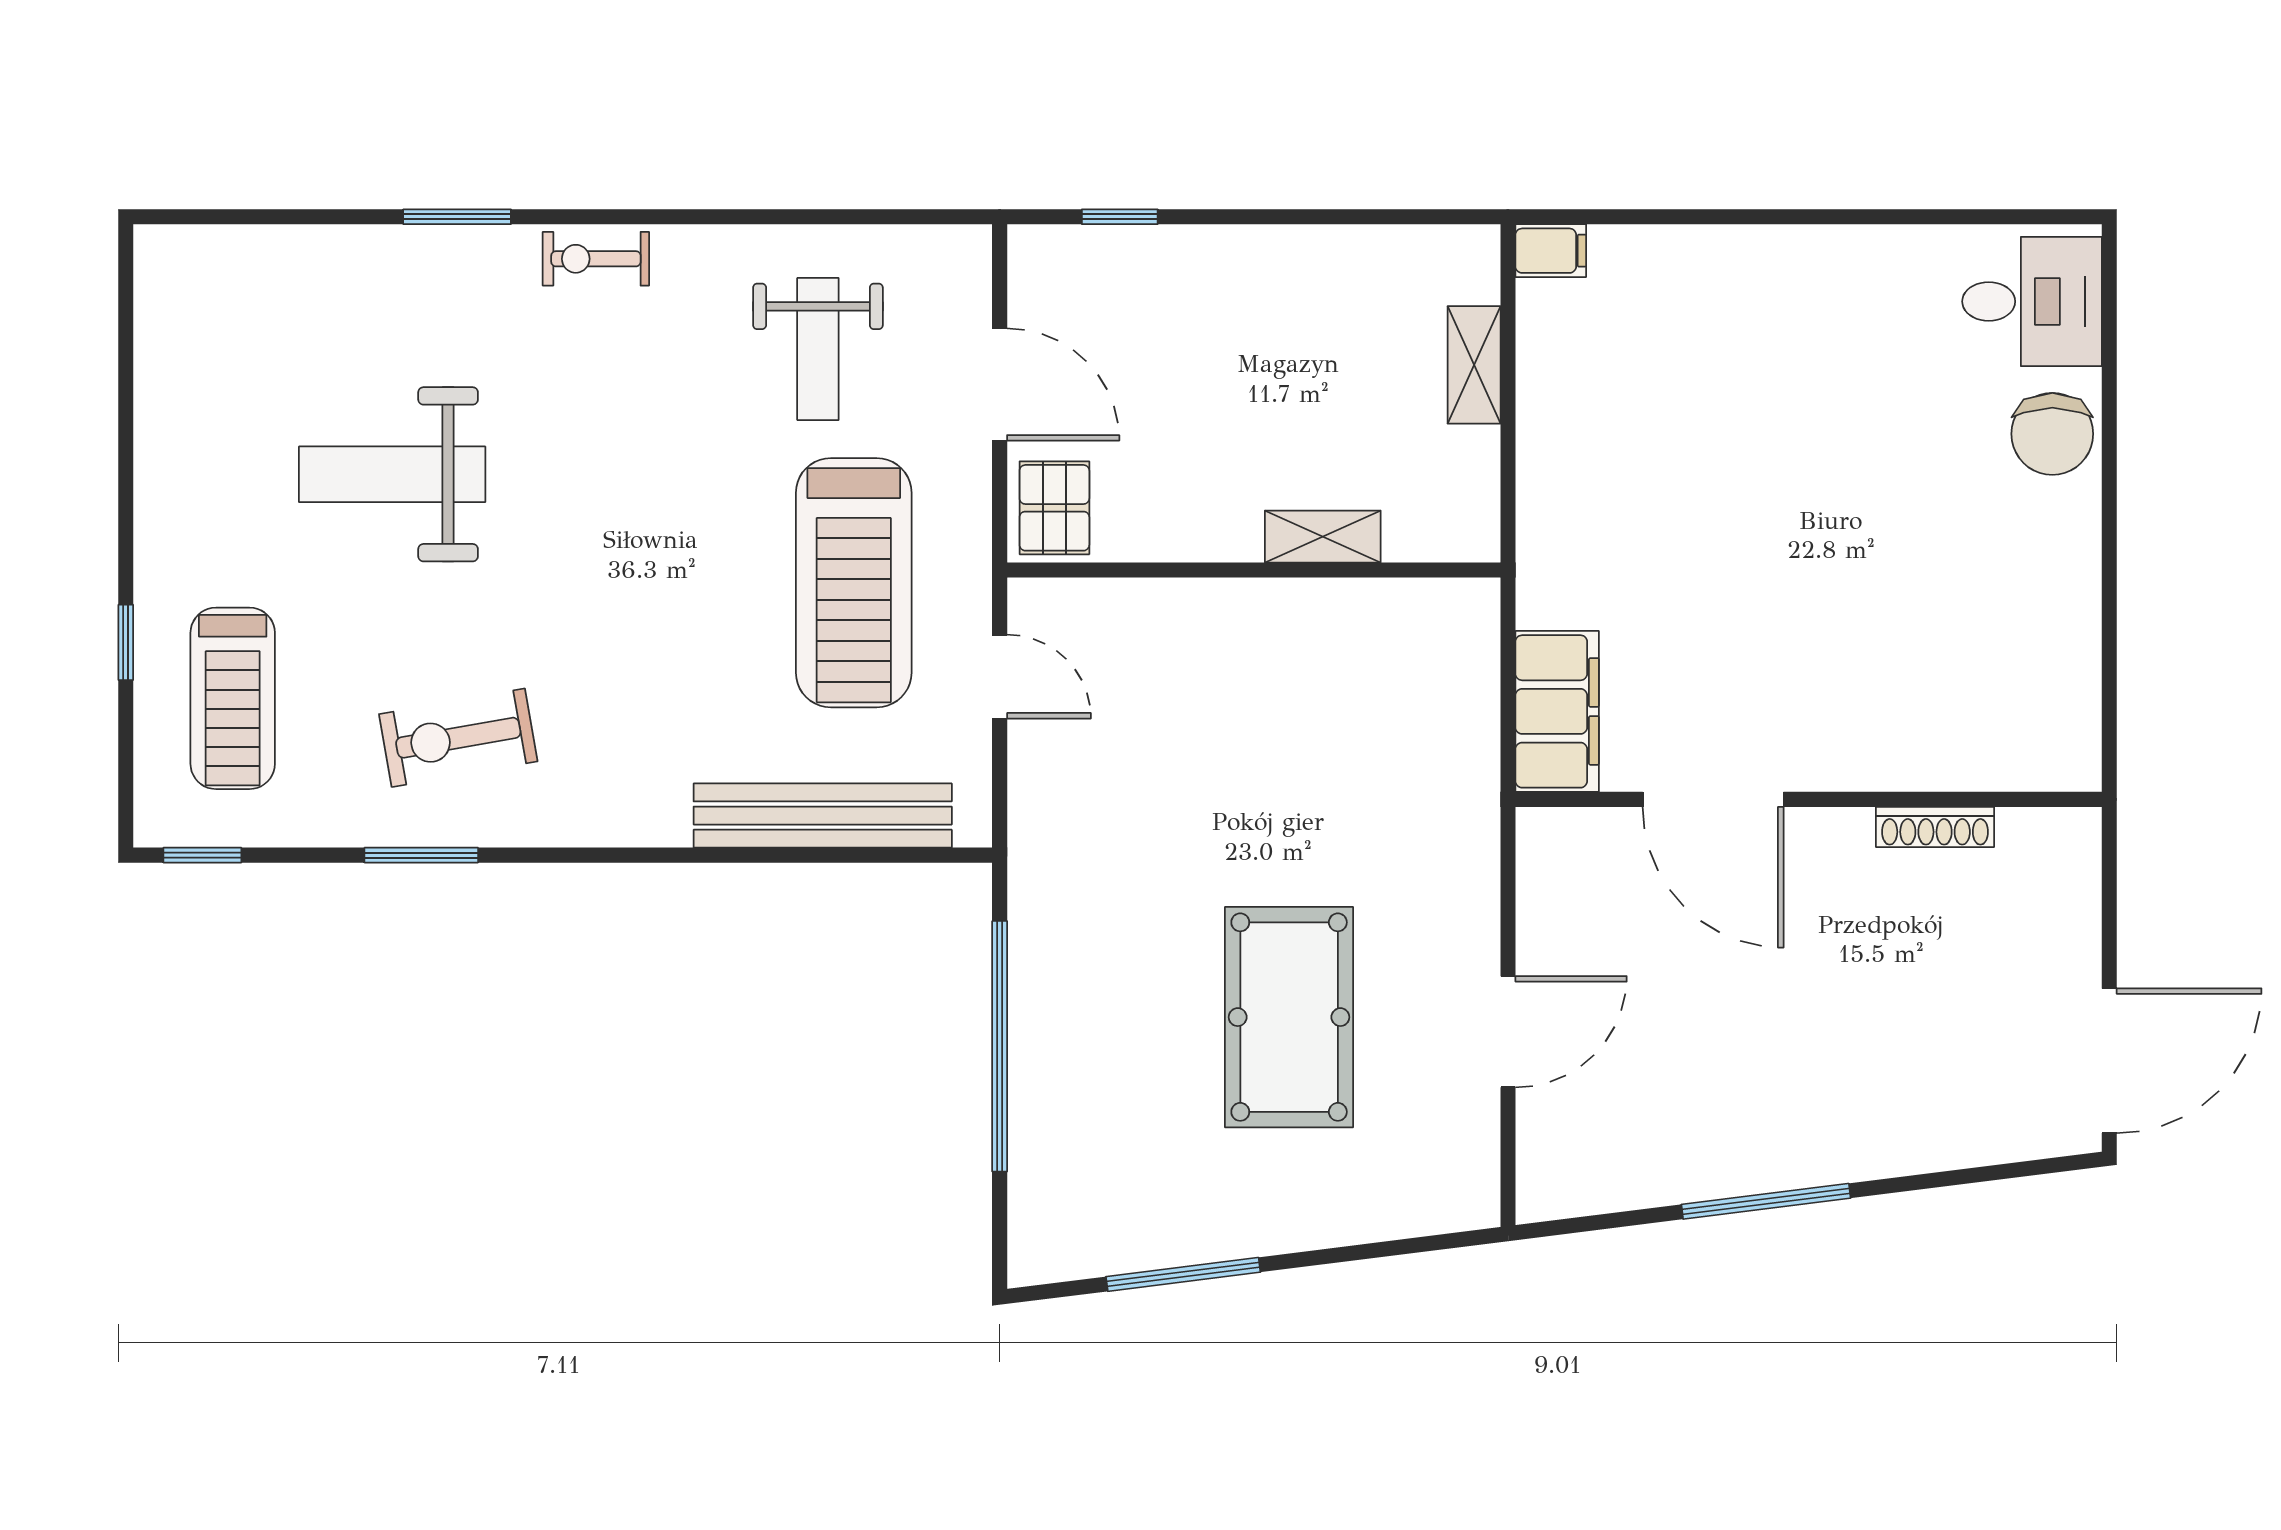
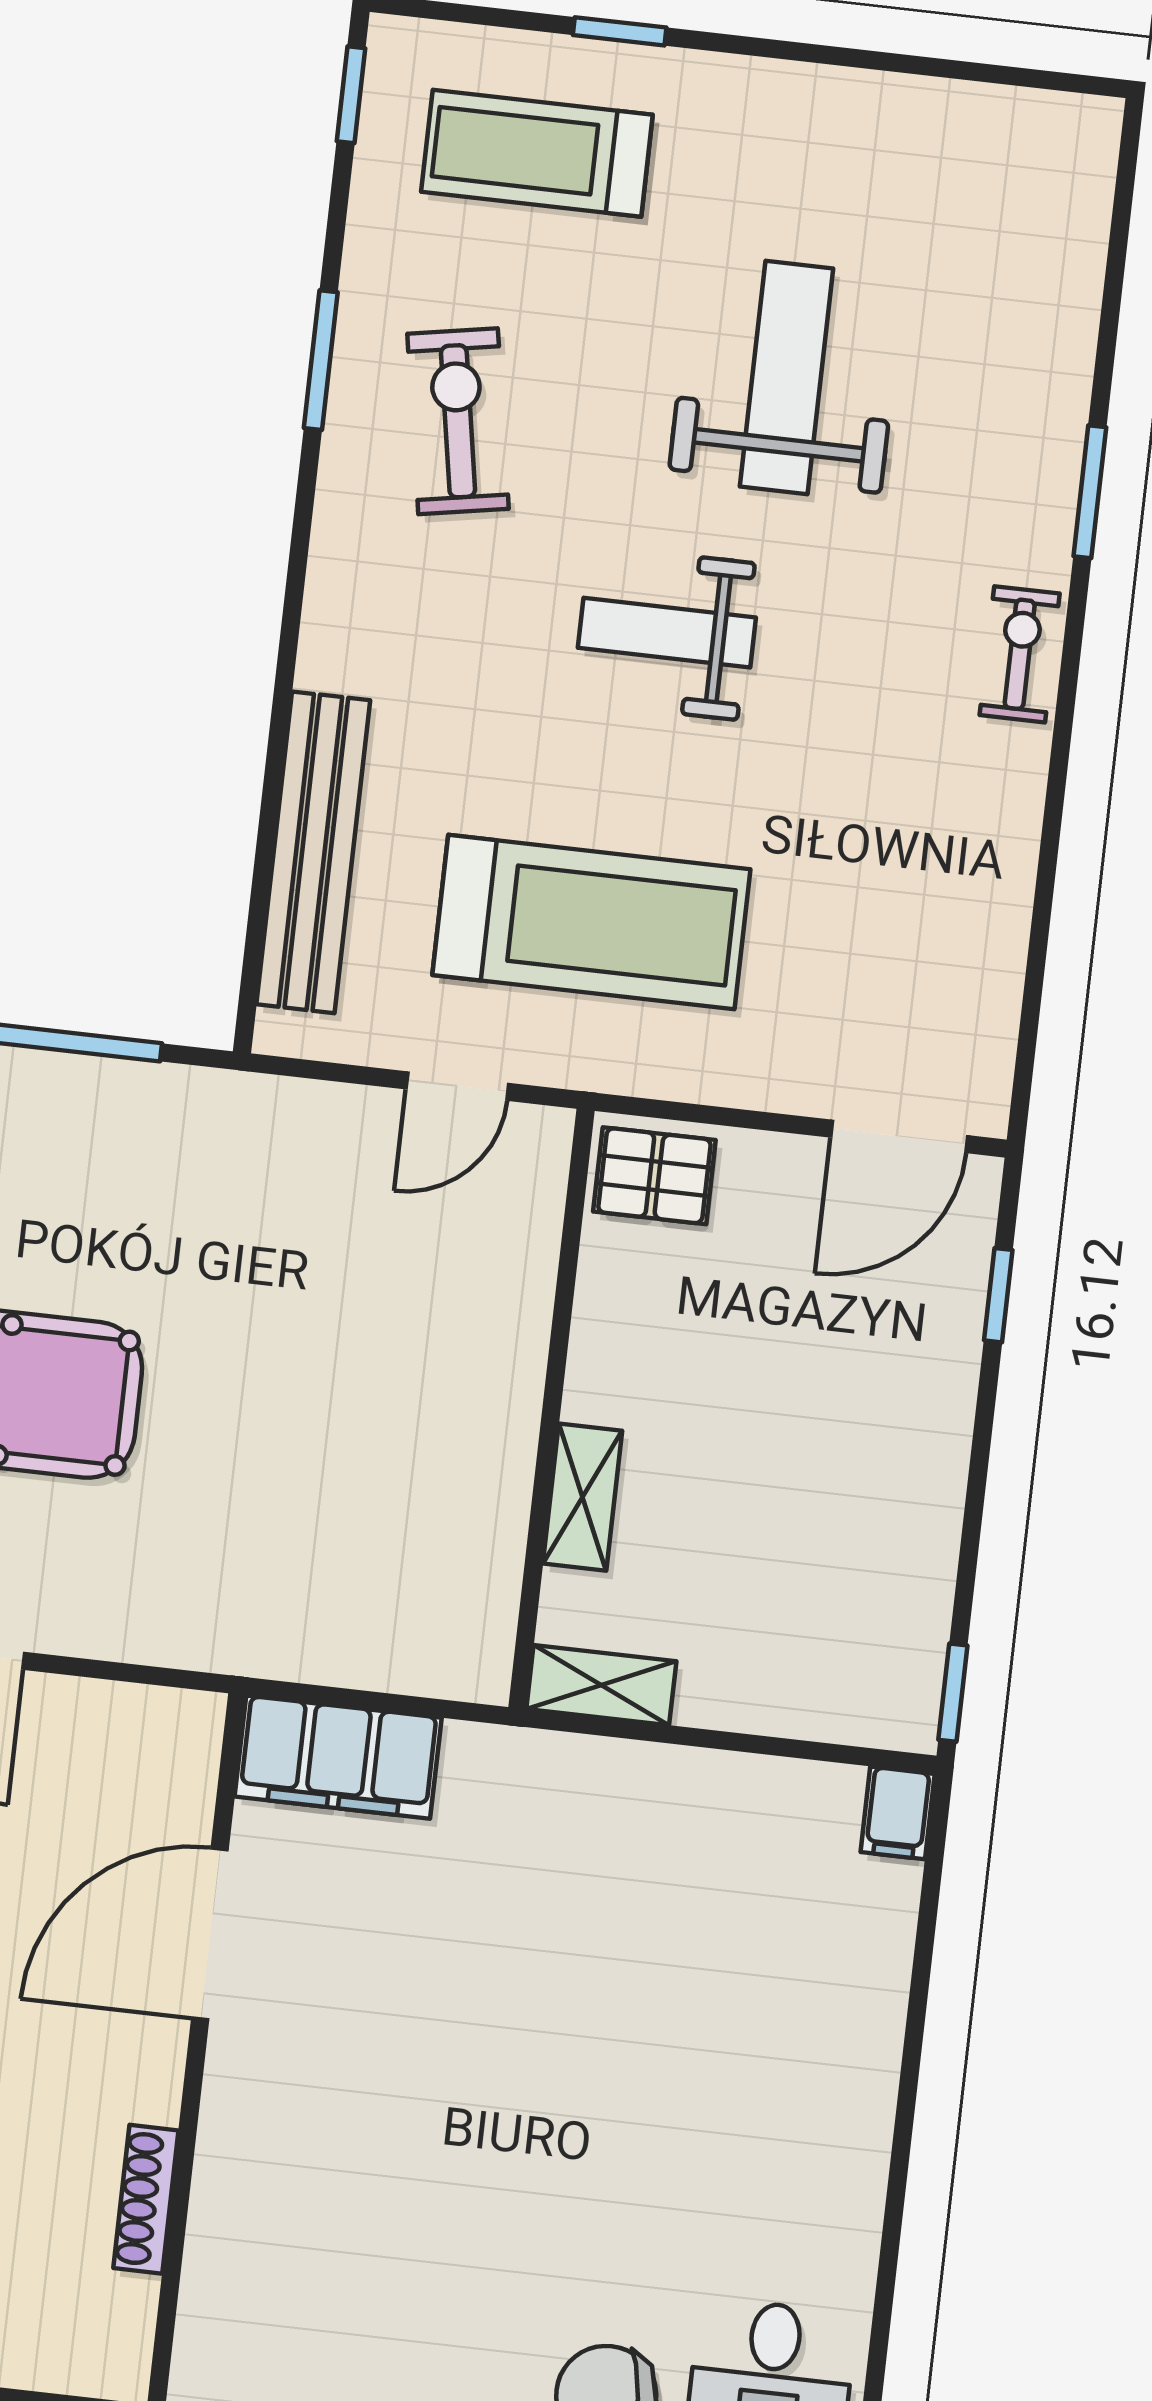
window: (1448, 217) -> (953, 1693), added
weight bench: (818, 349) -> (667, 633), moved
shelving: (1474, 365) -> (601, 1685), moved
door: (1000, 385) -> (899, 1136), moved
treadmill: (854, 583) -> (591, 922), turned 180

